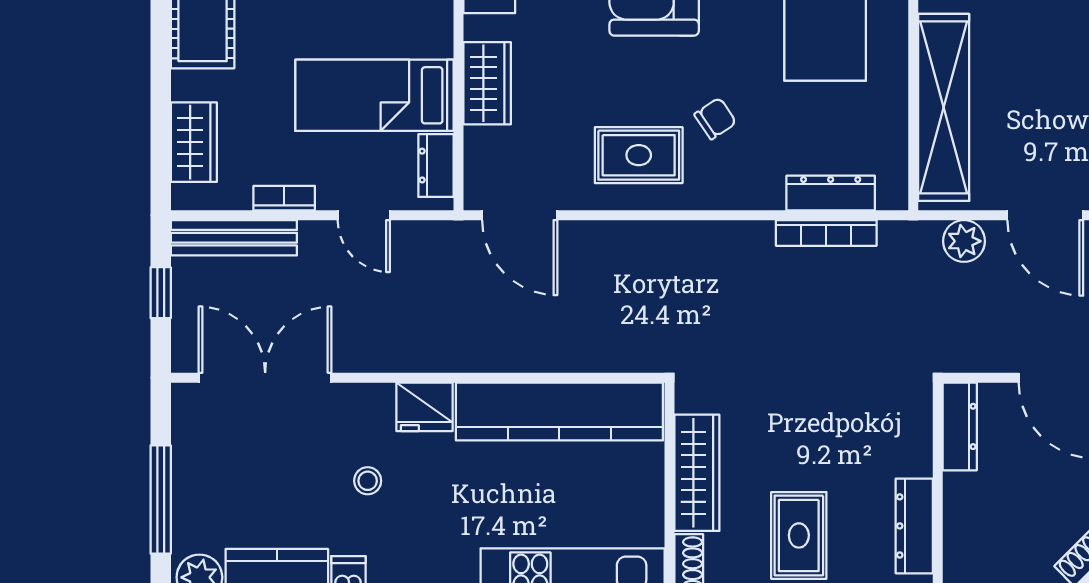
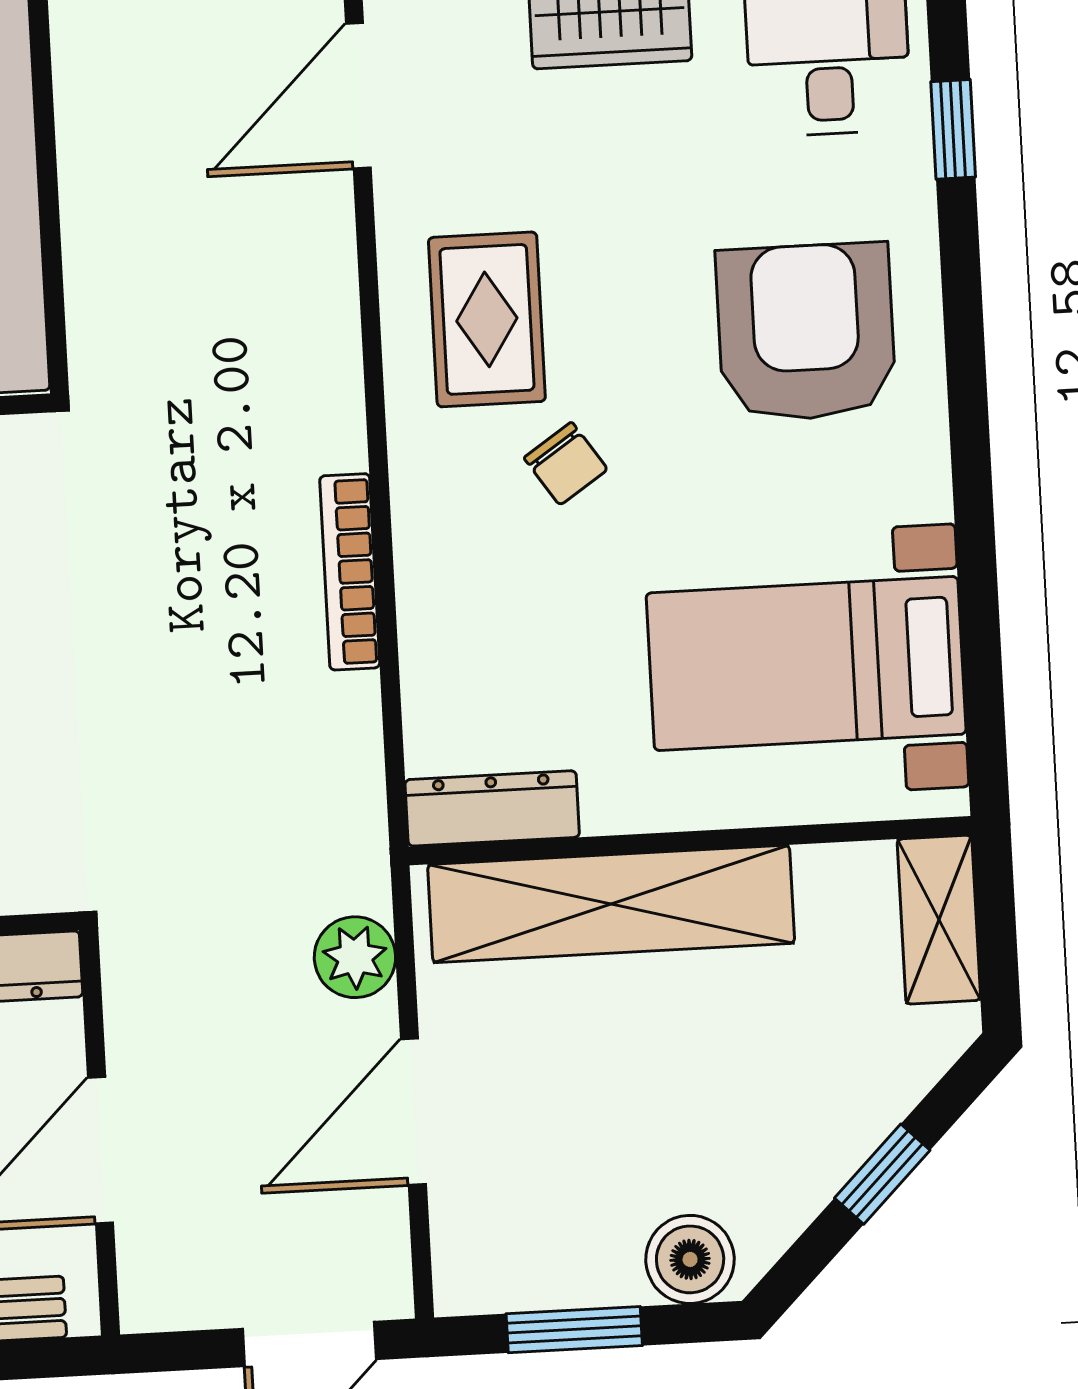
dresser: (831, 193) -> (492, 808), moved, turned -90
bookcase: (826, 233) -> (350, 572), moved

